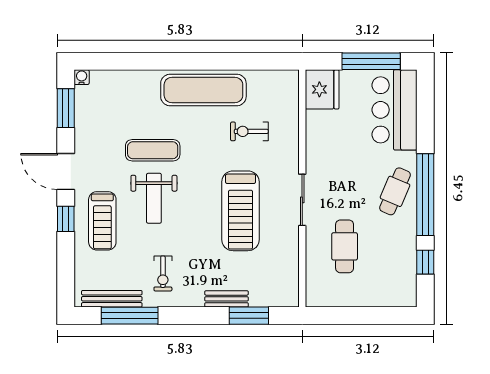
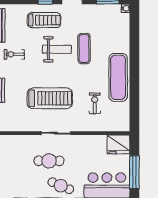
weight bench: (154, 198) -> (57, 49), turned 180
treadmill: (240, 211) -> (50, 98), turned 180
treadmill: (102, 221) -> (44, 20), turned 180
cafe table: (345, 246) -> (49, 161), moved

